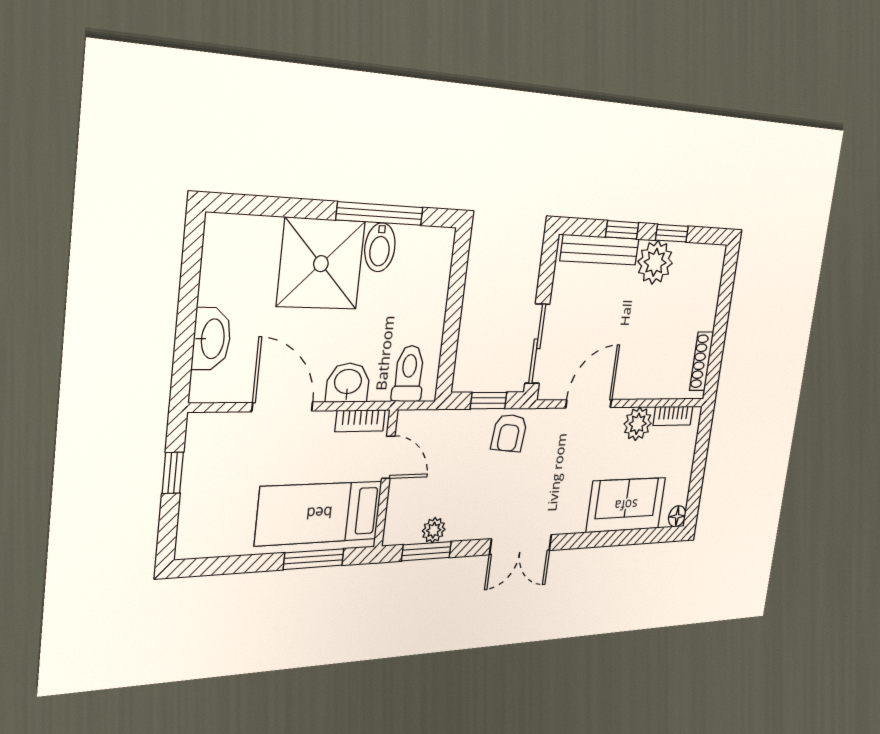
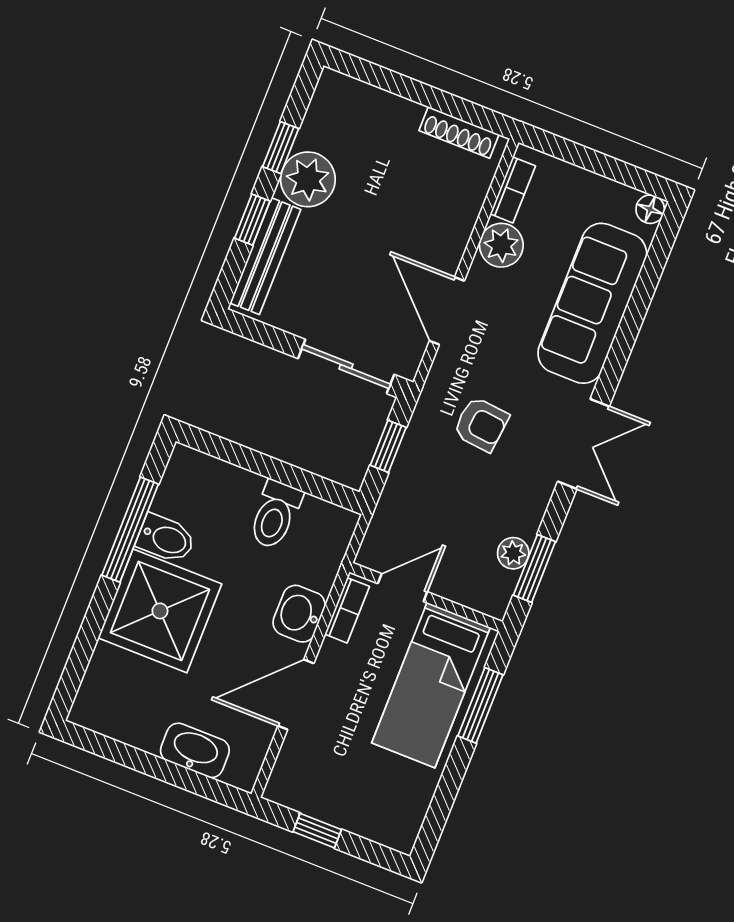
toilet: (409, 374) -> (275, 515), moved, turned -90
armchair: (509, 433) -> (481, 424), moved
sofa: (626, 505) -> (592, 303), width x1.36

